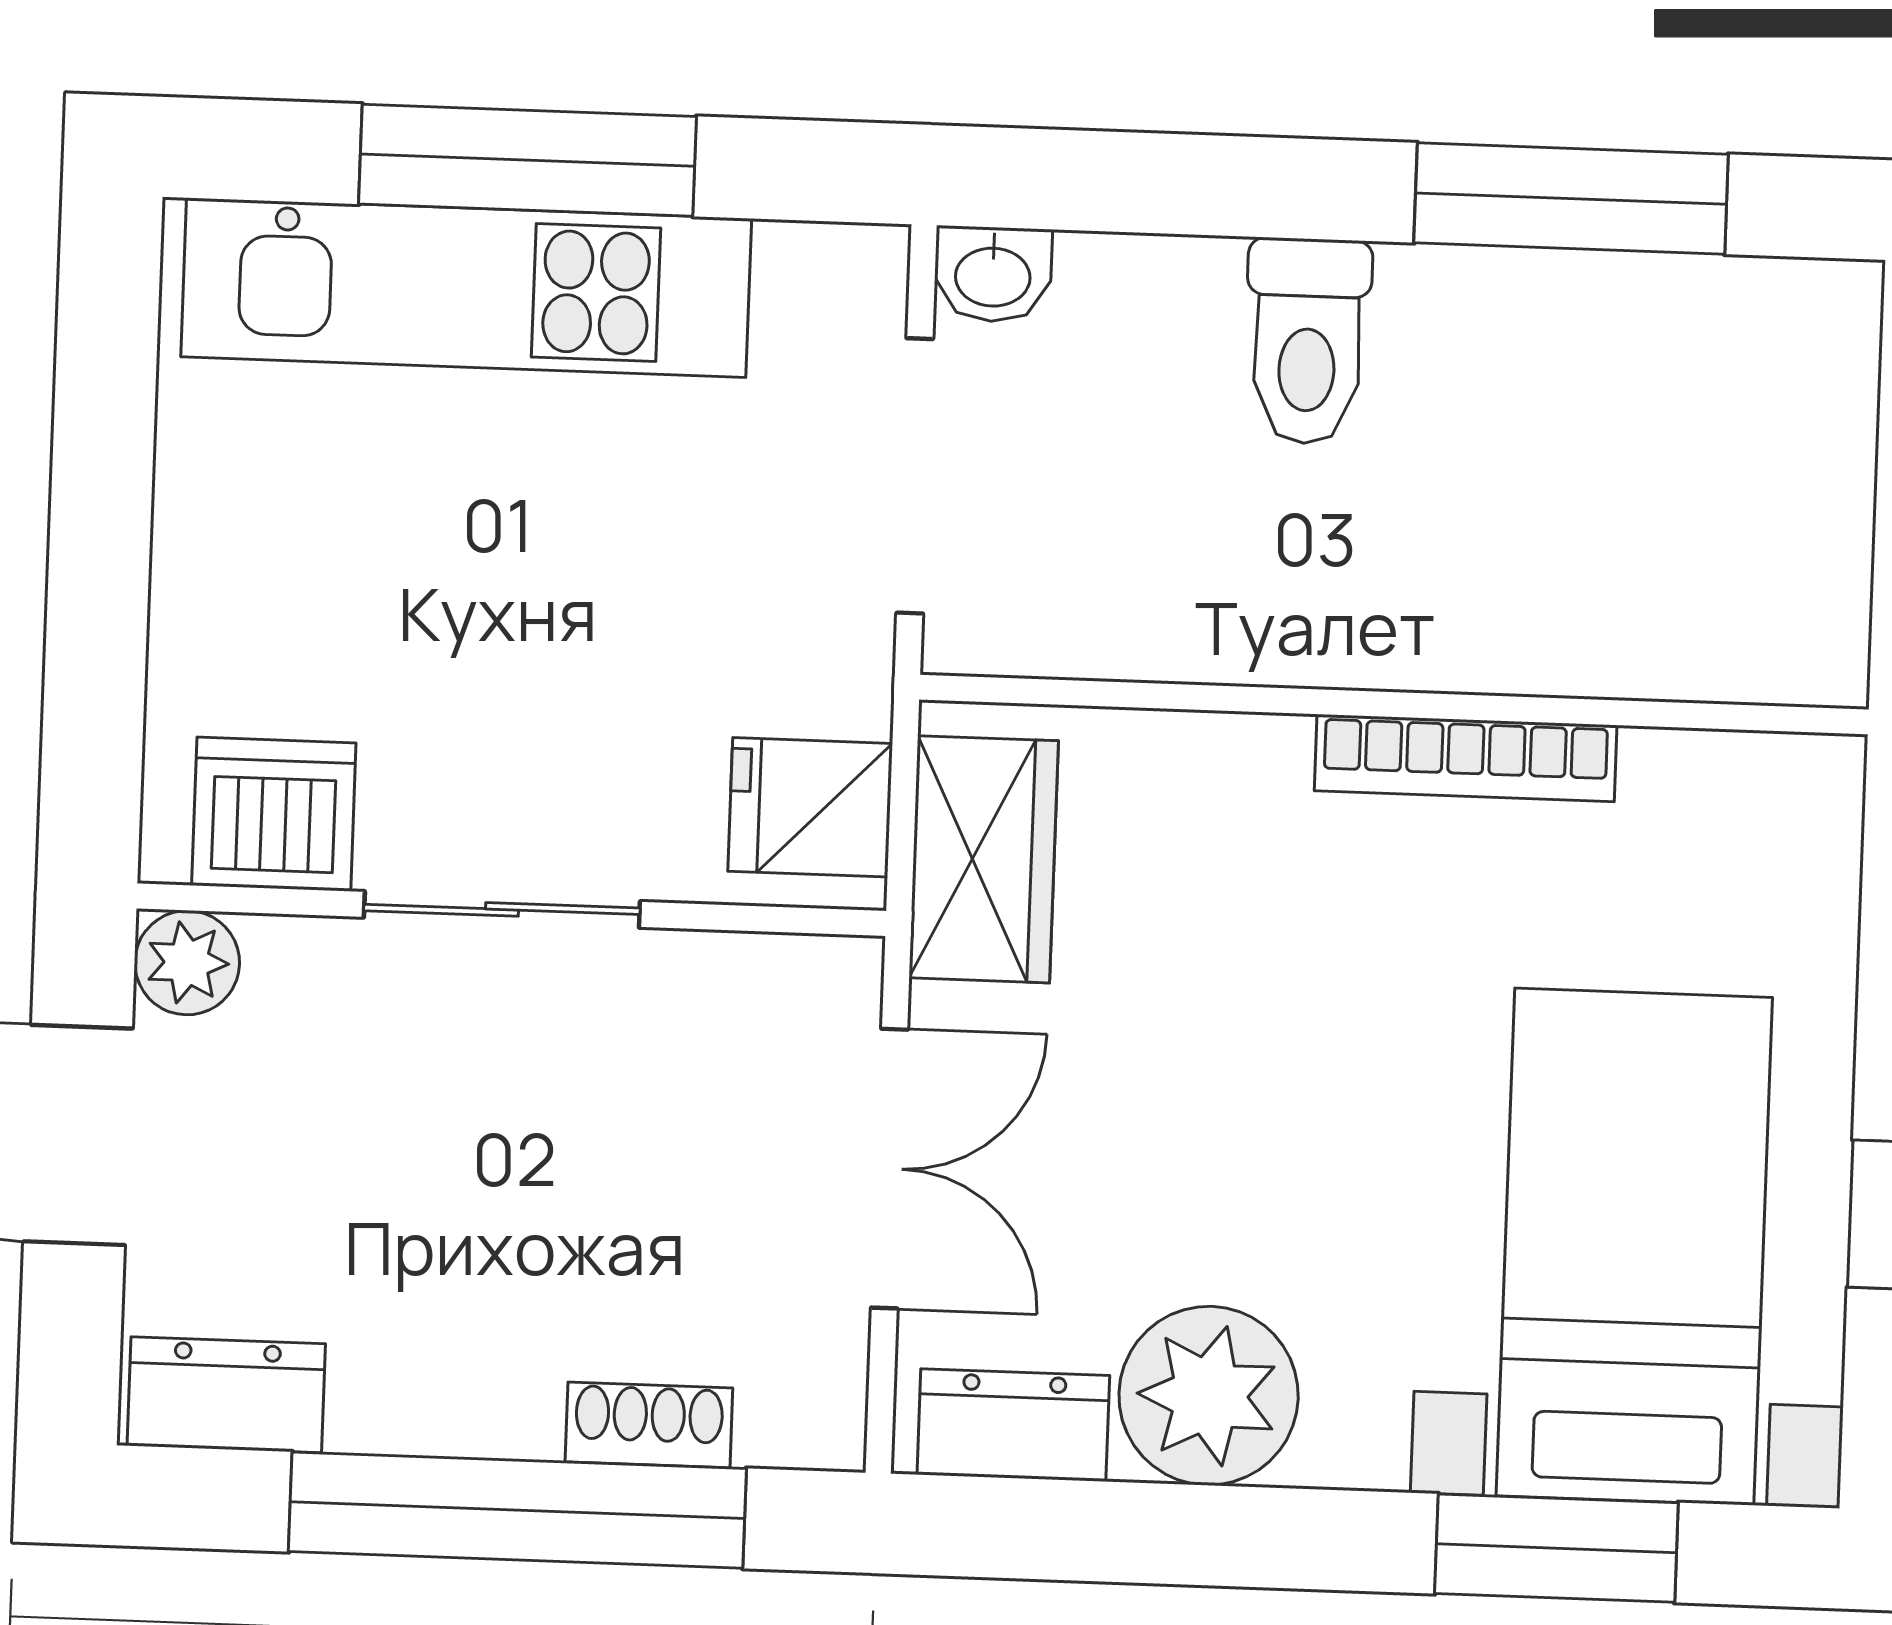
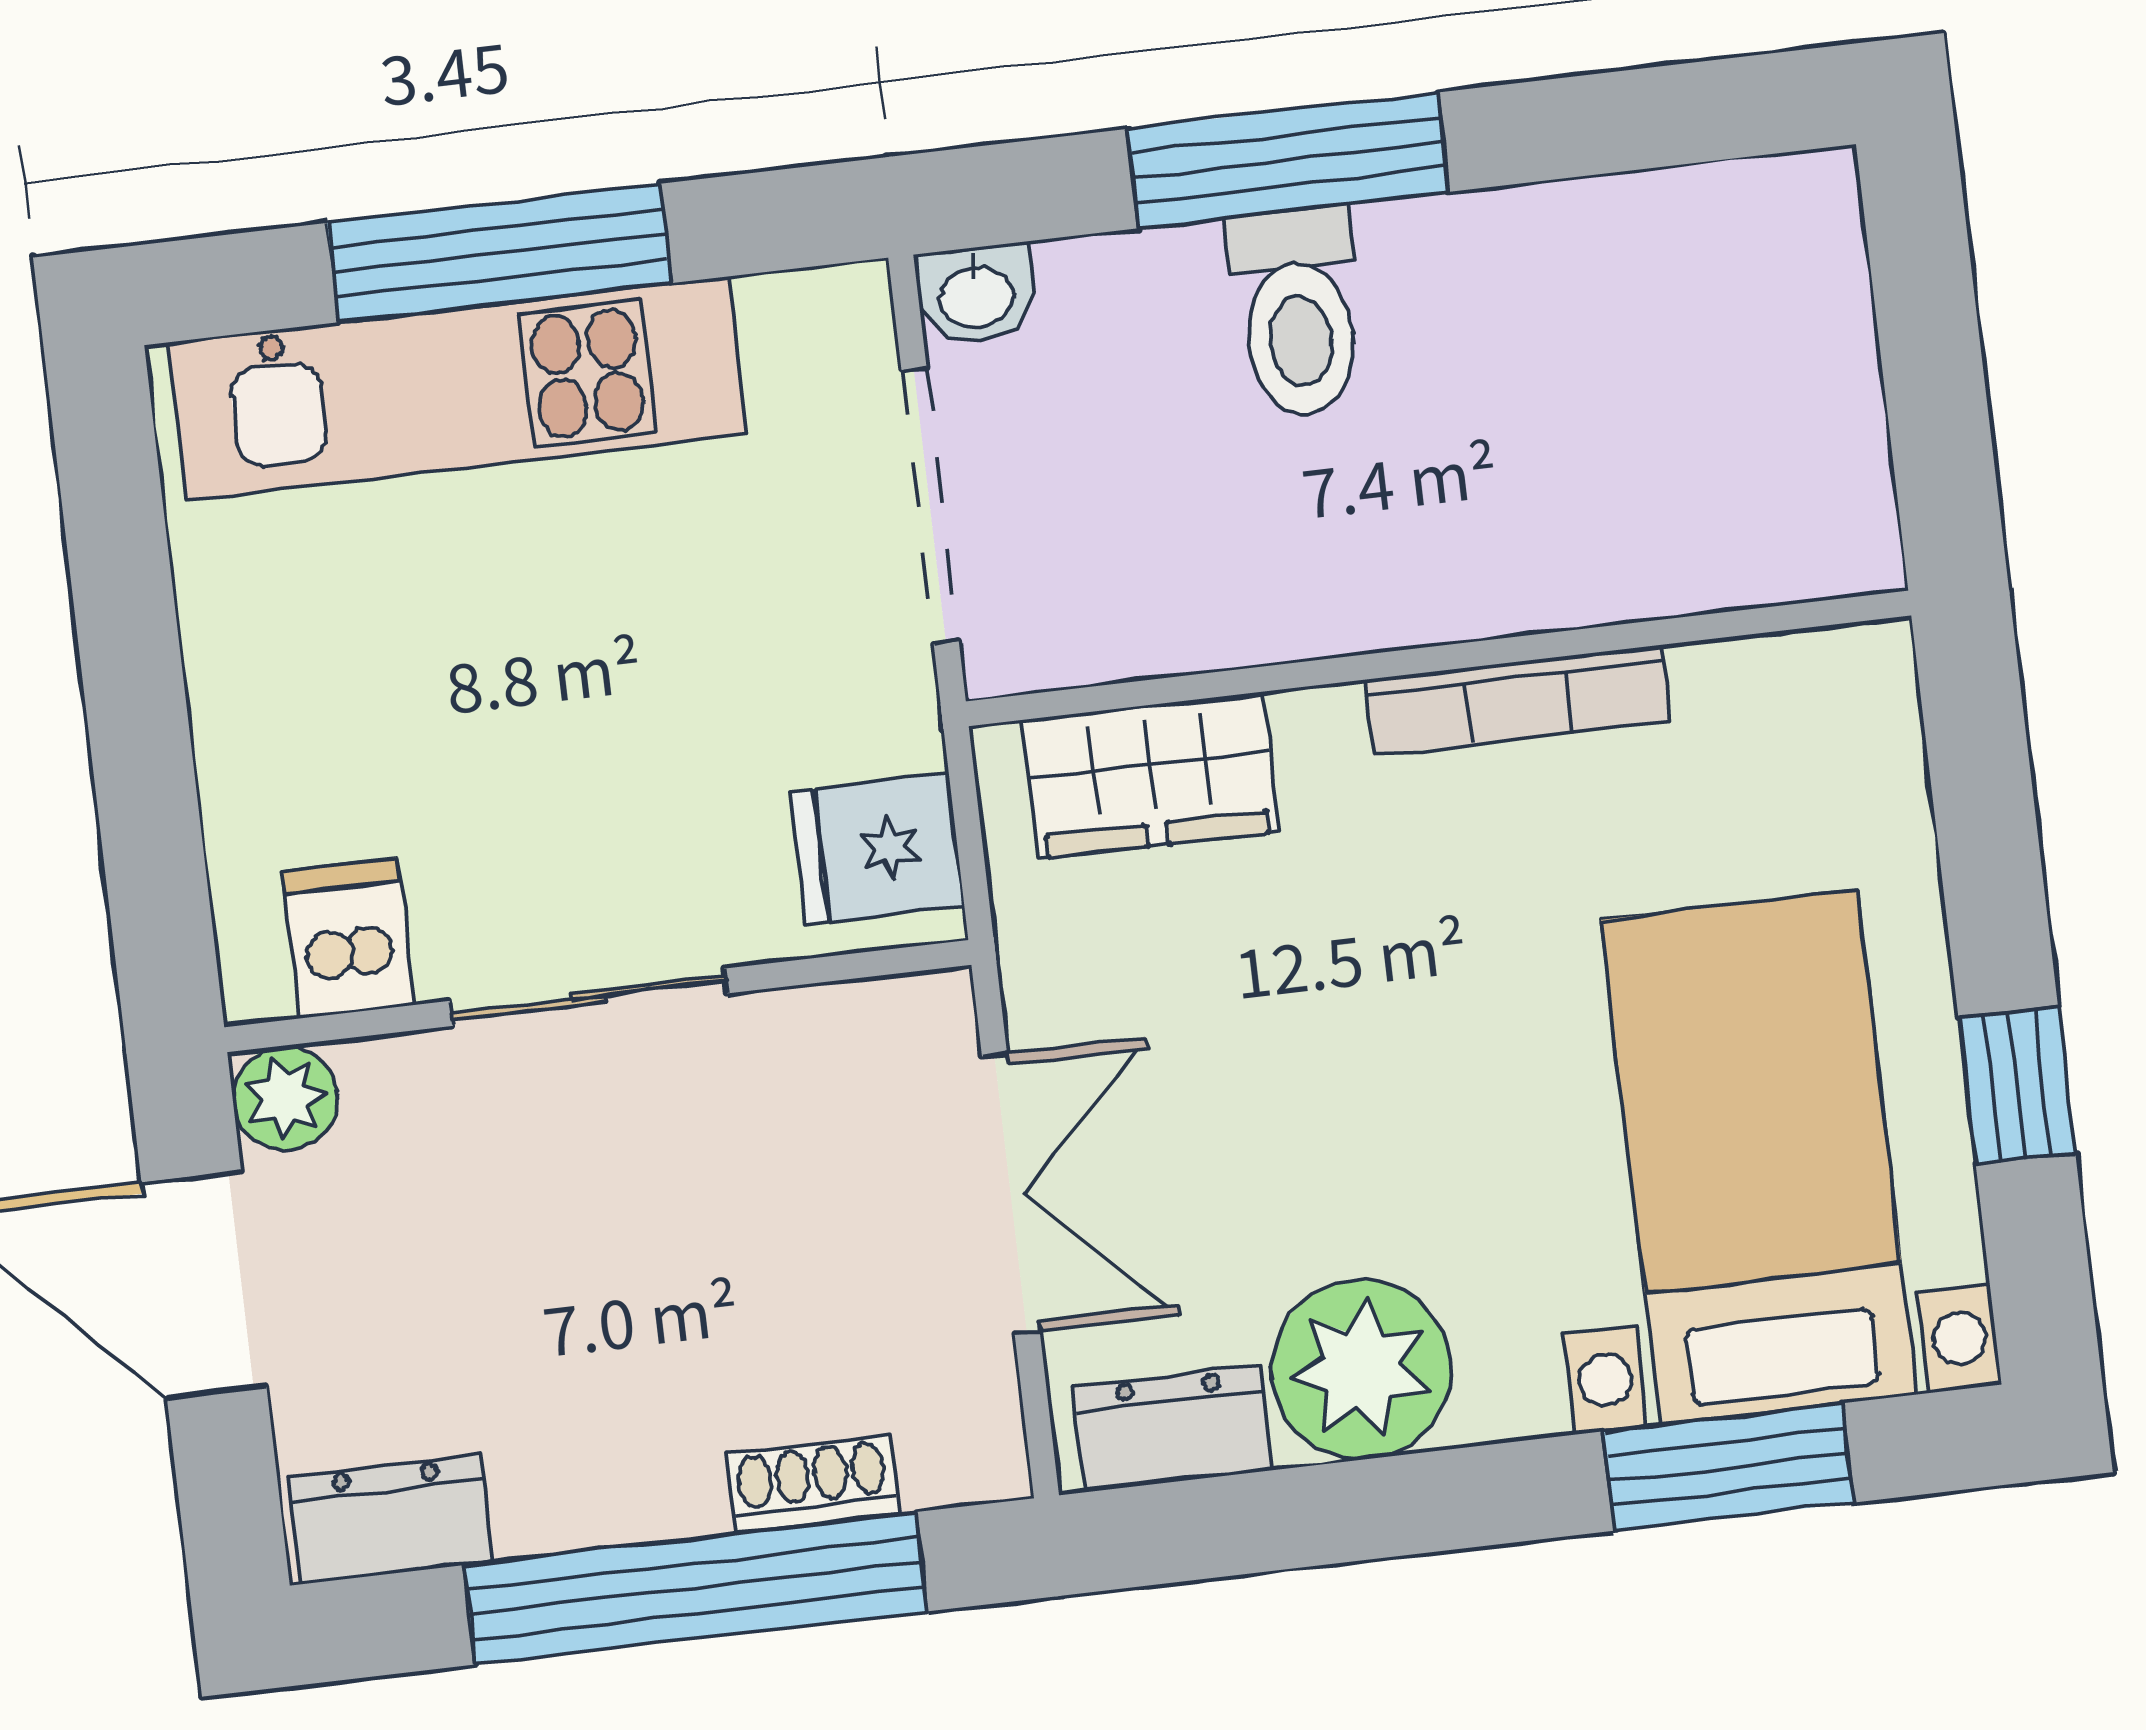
window: (1571, 198) -> (1288, 160), moved
dishwasher: (274, 814) -> (349, 938), width x0.73
wardrobe: (984, 859) -> (1151, 776), moved, turned 90

